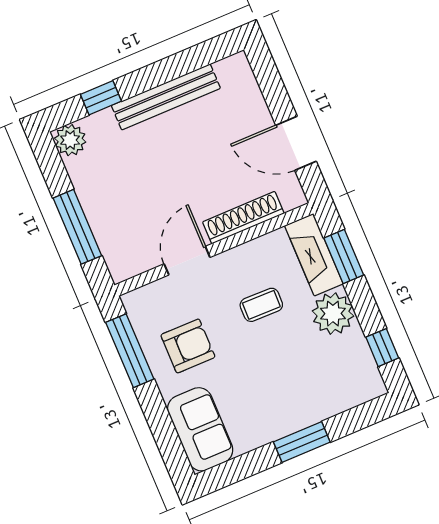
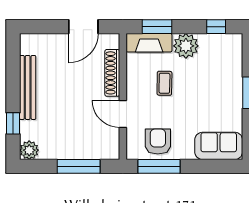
armchair: (188, 346) -> (158, 142), moved

